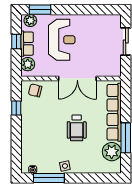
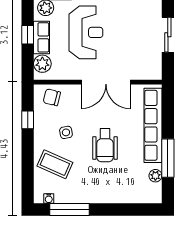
coffee table: (38, 143) -> (55, 164), added
plant: (112, 152) -> (155, 176), width x0.53, depth x0.53
side table: (65, 166) -> (66, 132), moved

